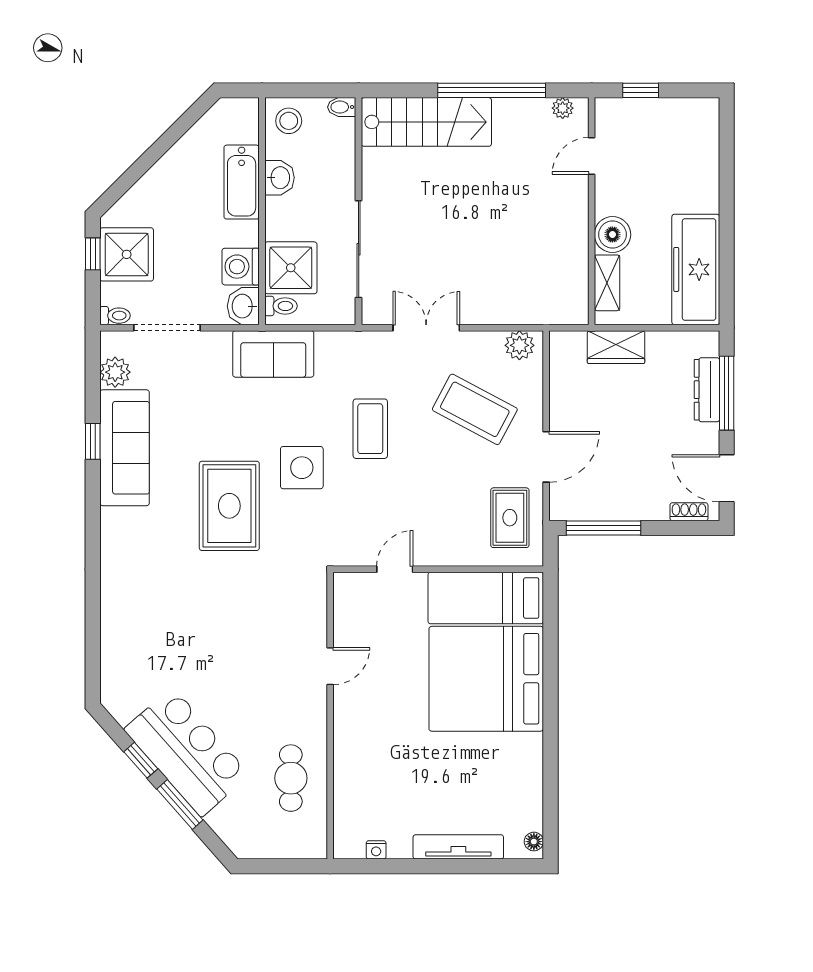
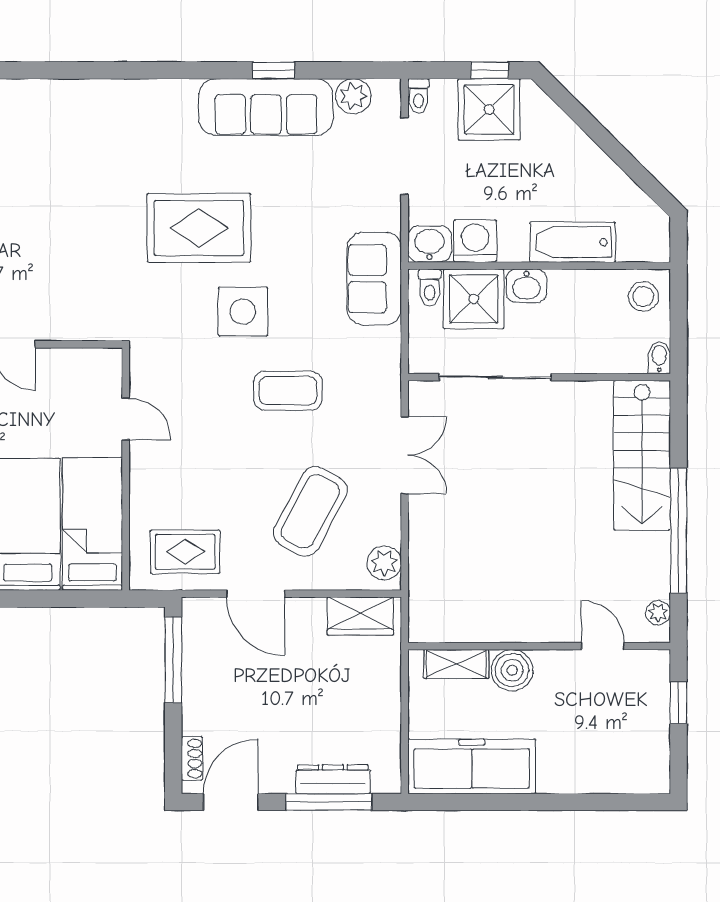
washbasin: (279, 178) -> (526, 286), moved
wardrobe: (616, 347) -> (360, 616), moved, turned -90

